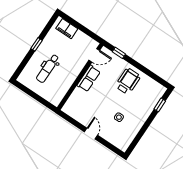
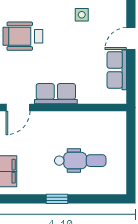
door: (94, 55) -> (18, 107), swing flipped
row of seats: (80, 116) -> (117, 70), added

